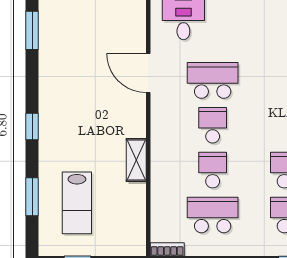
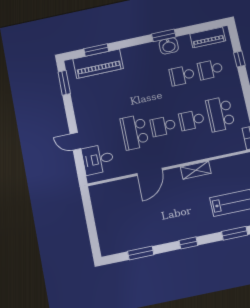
window: (32, 30) -> (141, 253), moved
door: (148, 73) -> (150, 172), moved

